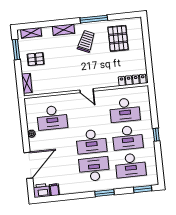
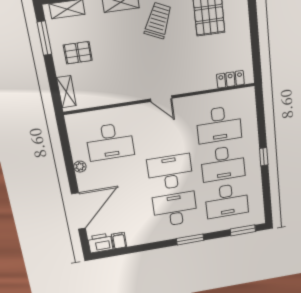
locker: (132, 80) -> (230, 79), width x0.66
desk: (91, 141) -> (170, 172), turned 180

